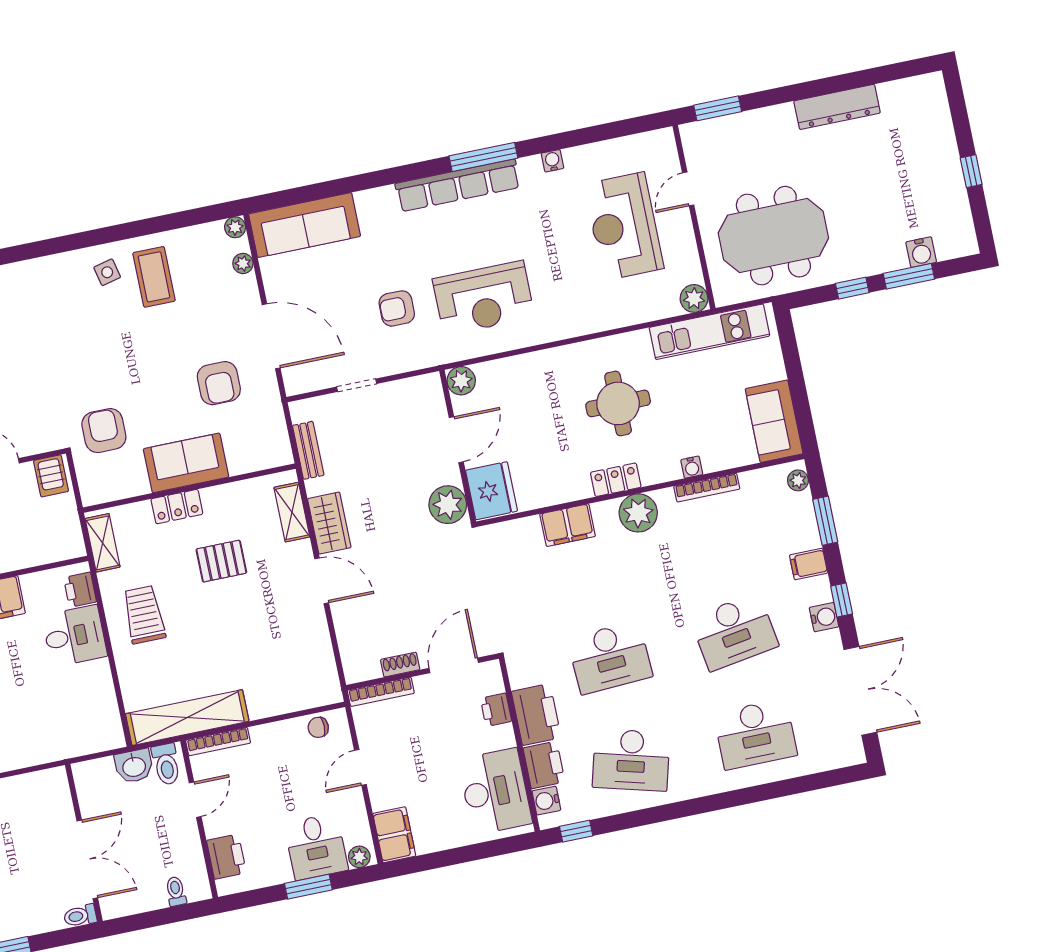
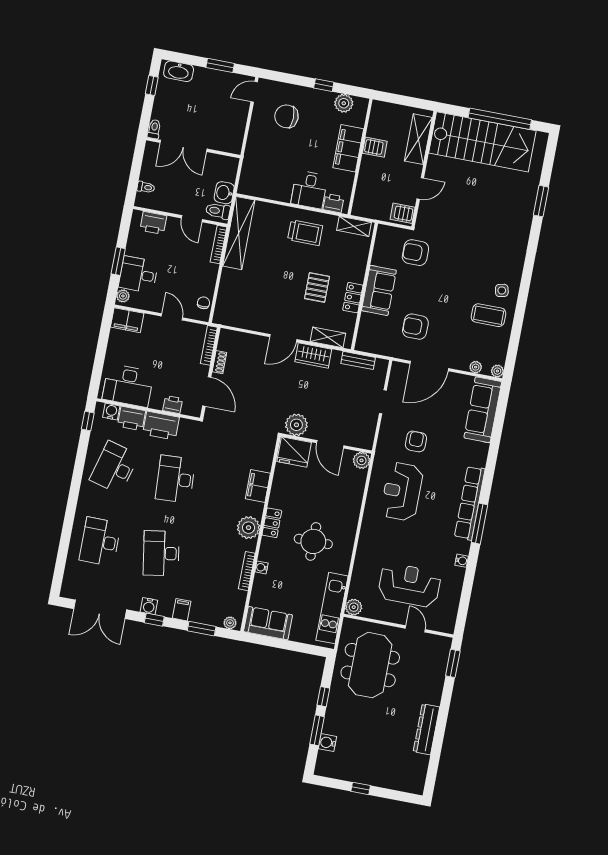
armchair: (104, 431) -> (415, 253), turned 180
locker: (177, 507) -> (353, 298), moved

